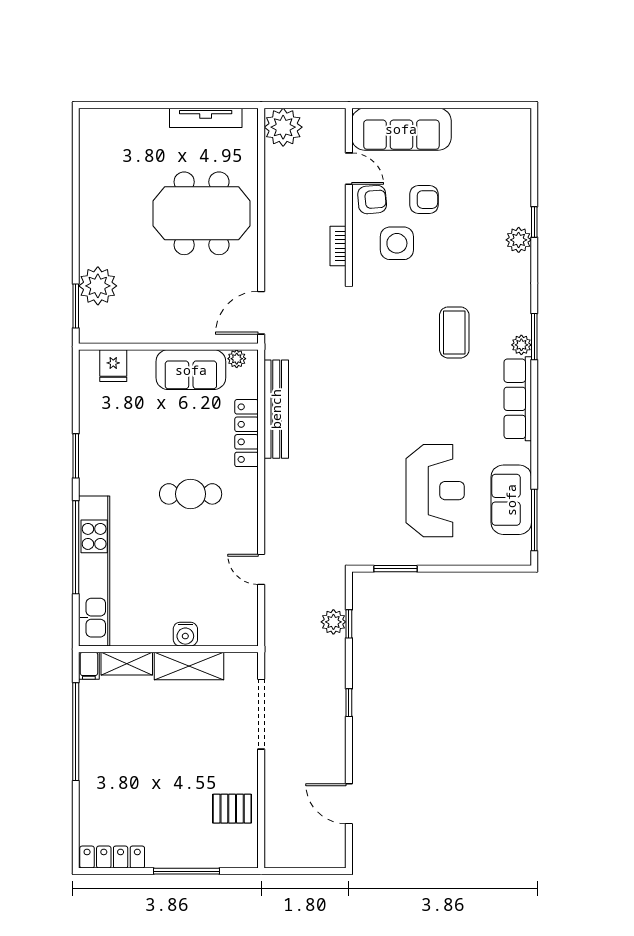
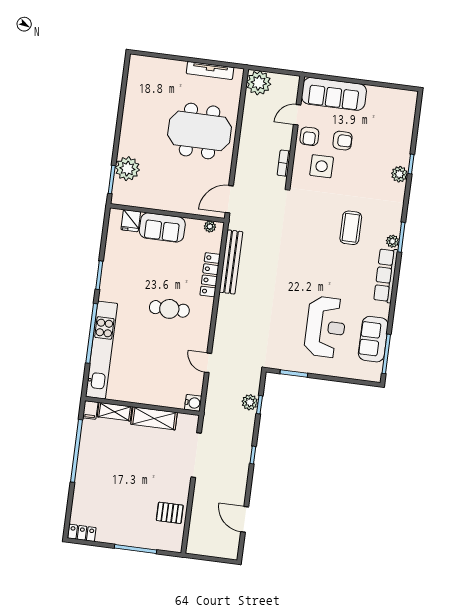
door: (349, 169) -> (297, 115), swing flipped
armchair: (372, 200) -> (309, 136), turned 95
sofa: (191, 370) -> (162, 227), moved
water cooler: (185, 634) -> (193, 403), moved, turned -90
locker: (112, 857) -> (82, 533), width x0.66

